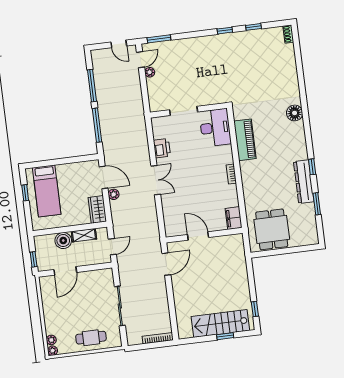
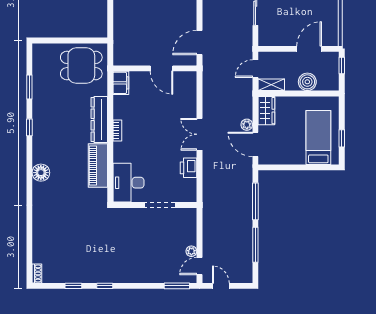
floor lamp: (295, 113) -> (41, 173), moved
dresser: (304, 182) -> (99, 119), moved, turned 180
dining table: (272, 229) -> (81, 66), turned 90
shelving: (84, 235) -> (271, 85), moved

